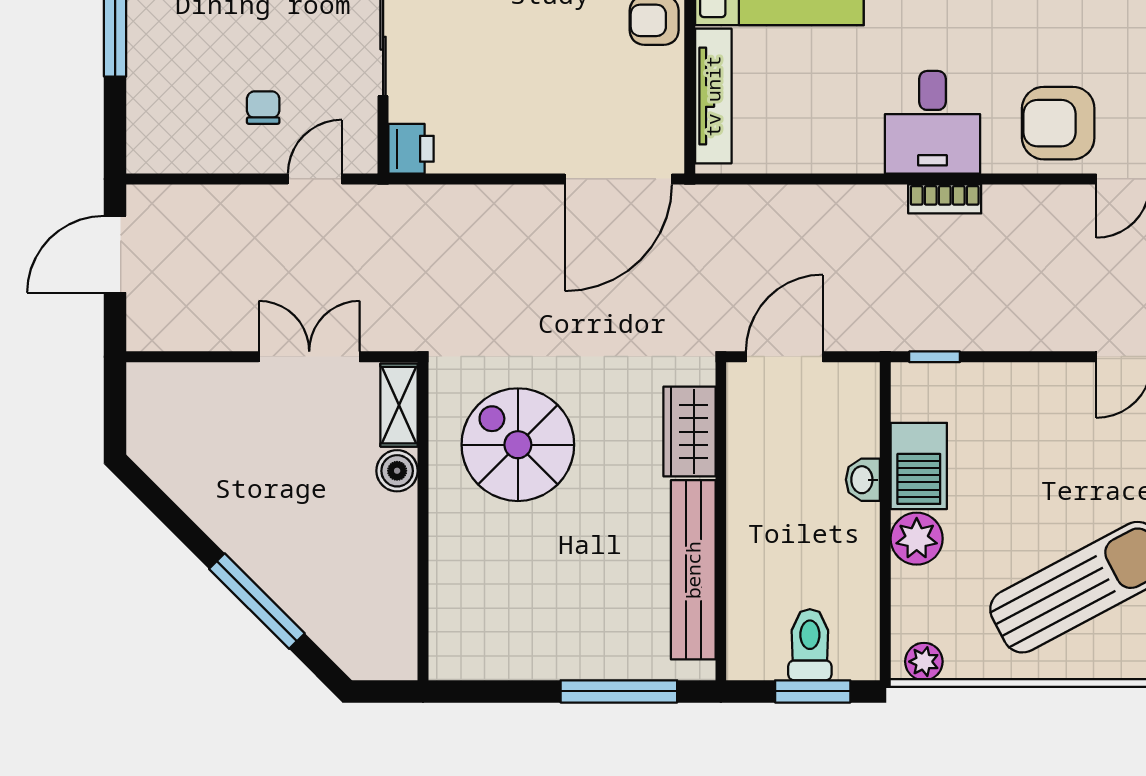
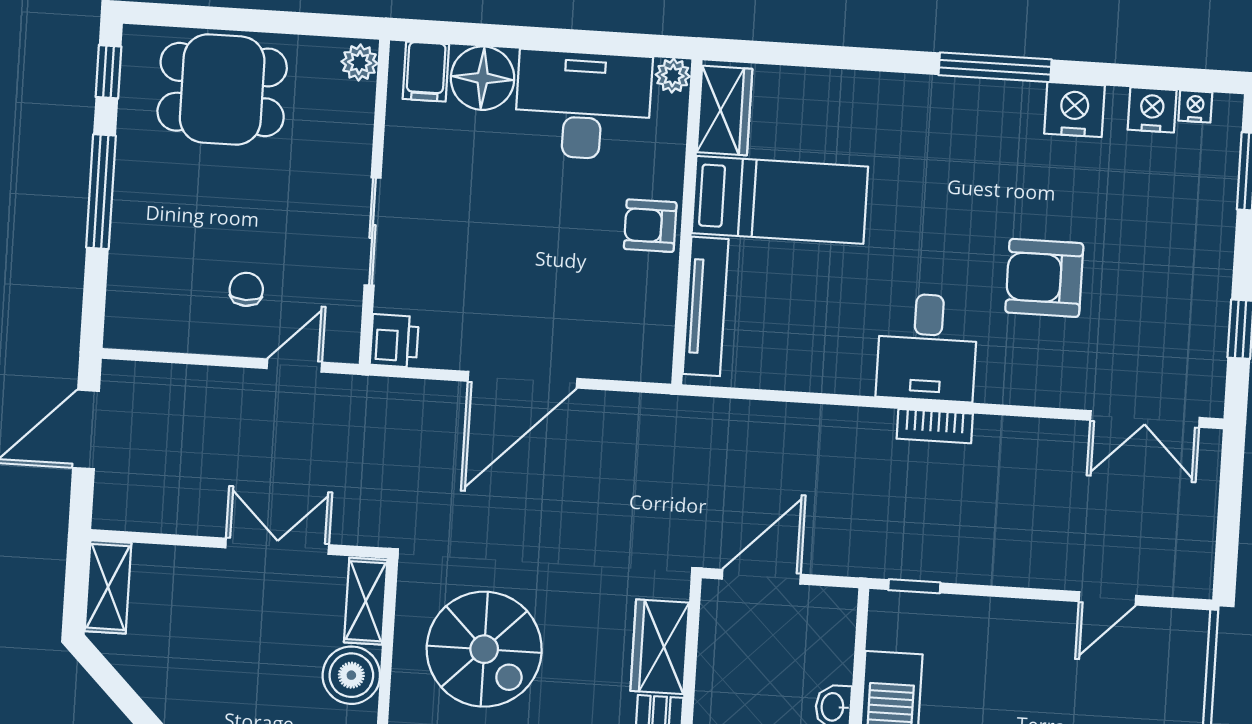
armchair: (1058, 123) -> (1044, 278), moved
door: (618, 179) -> (522, 380), moved
shelving: (146, 407) -> (108, 587), added
spiral stairs: (518, 445) -> (484, 649), turned 180
boiler: (397, 471) -> (351, 675), width x1.36, depth x1.36

